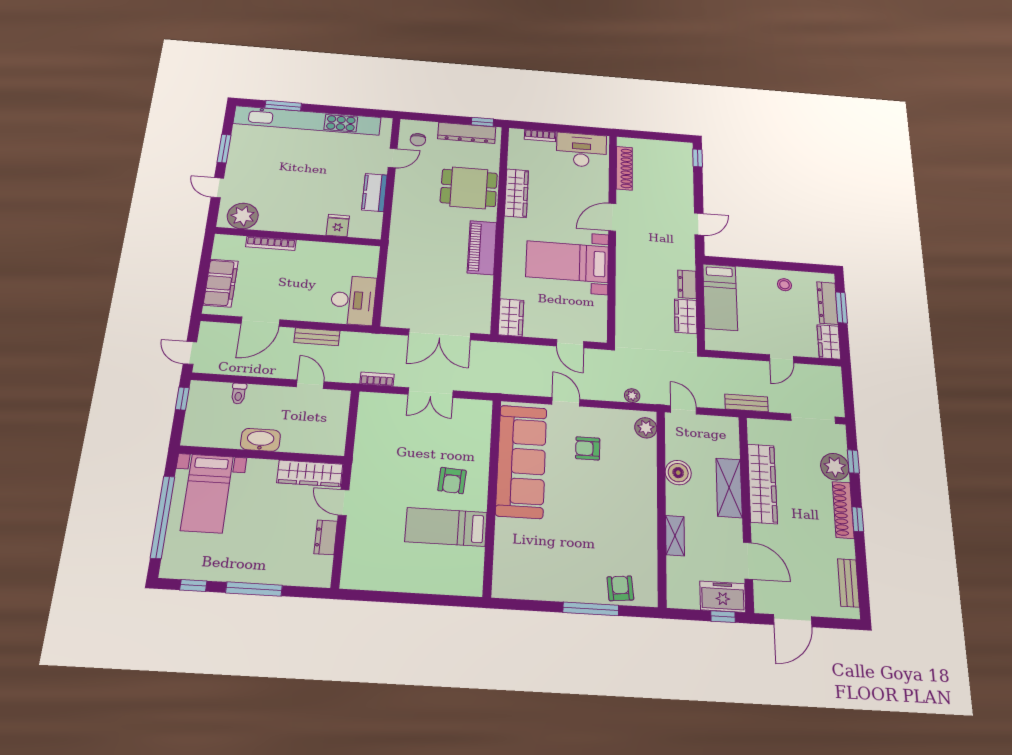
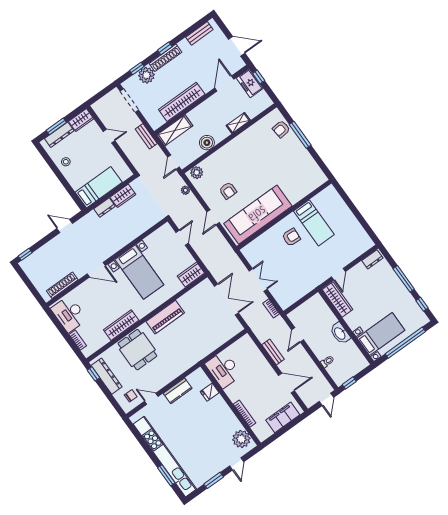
desk: (353, 300) -> (223, 369), moved, turned -90
shelving: (729, 488) -> (175, 130), moved
dresser: (326, 537) -> (372, 259), moved

